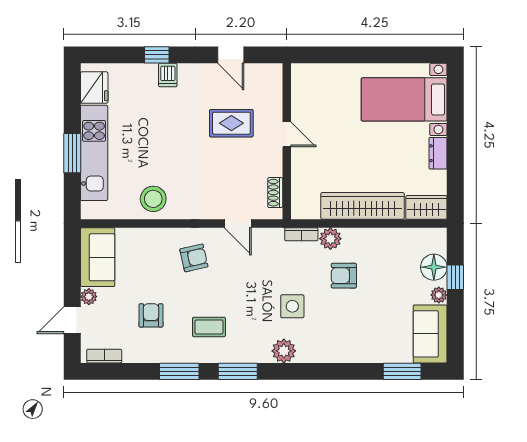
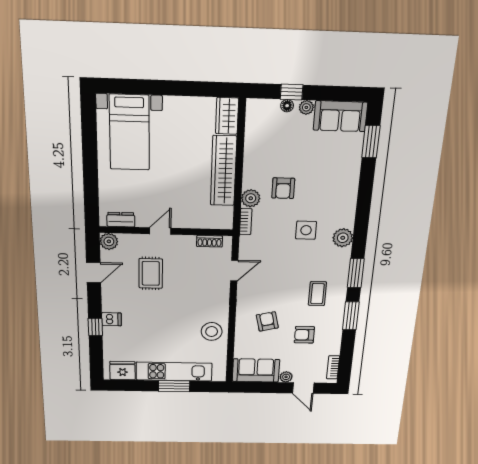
plant: (272, 74) -> (109, 241), added
dresser: (438, 153) -> (121, 220), moved, turned 180
armchair: (194, 258) -> (267, 321), moved
floor lamp: (434, 267) -> (287, 106), width x0.53, depth x0.53

